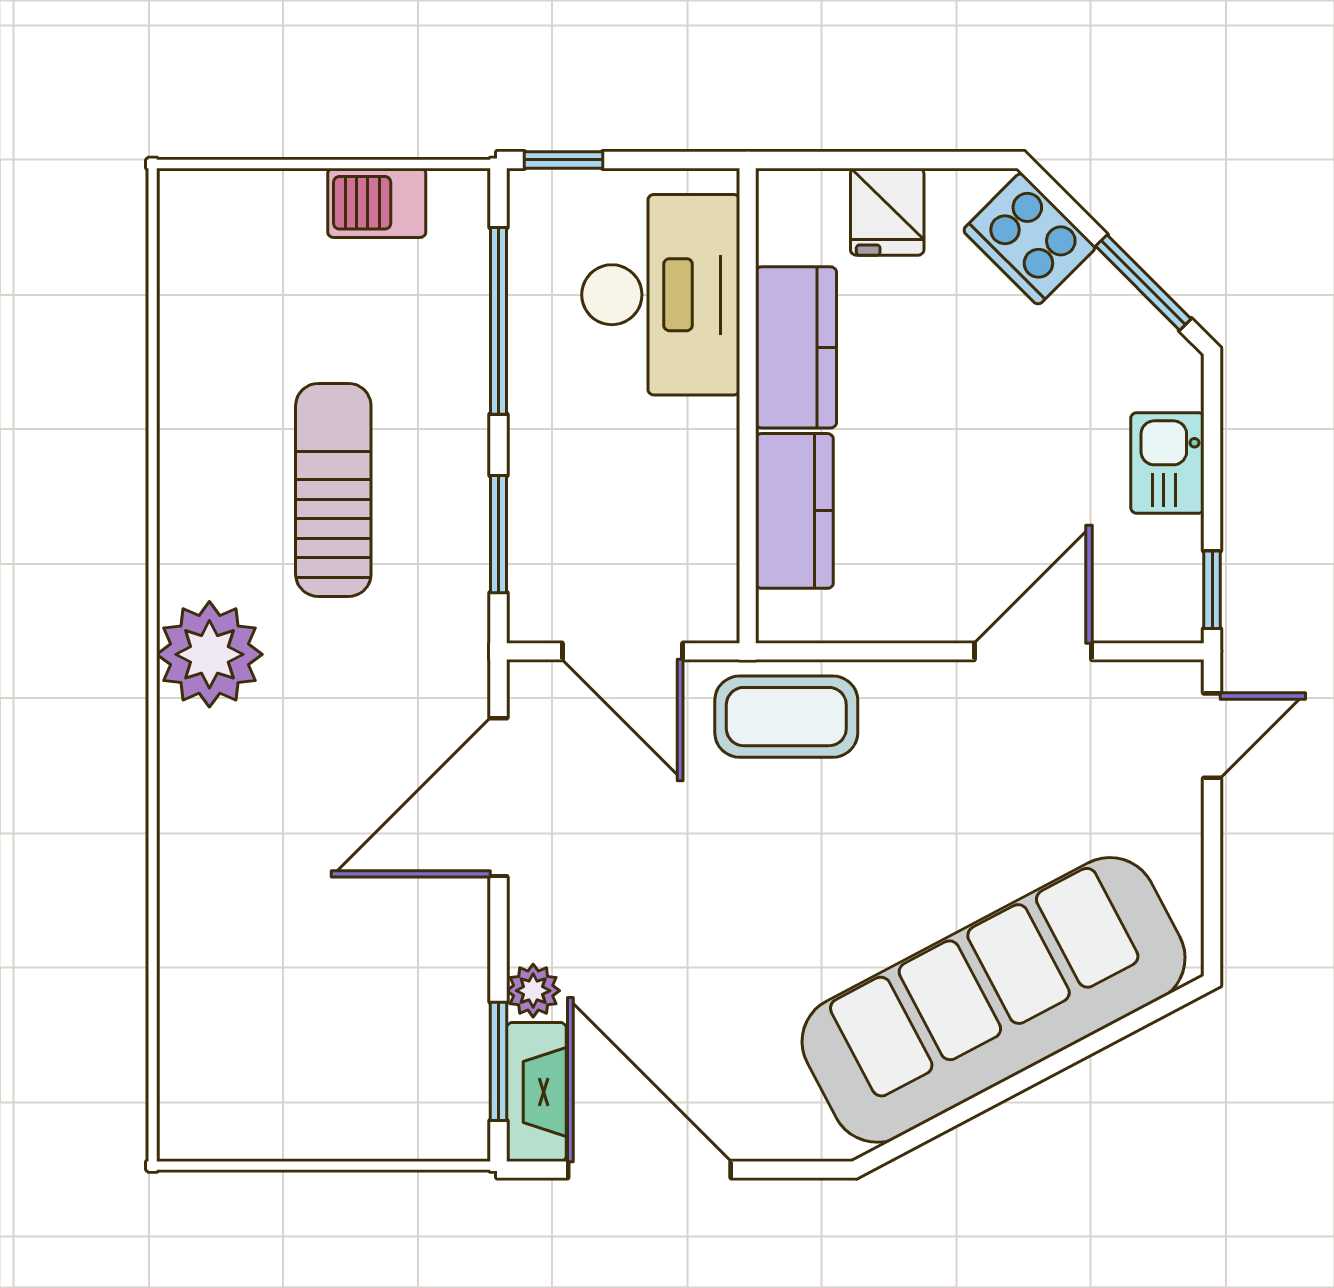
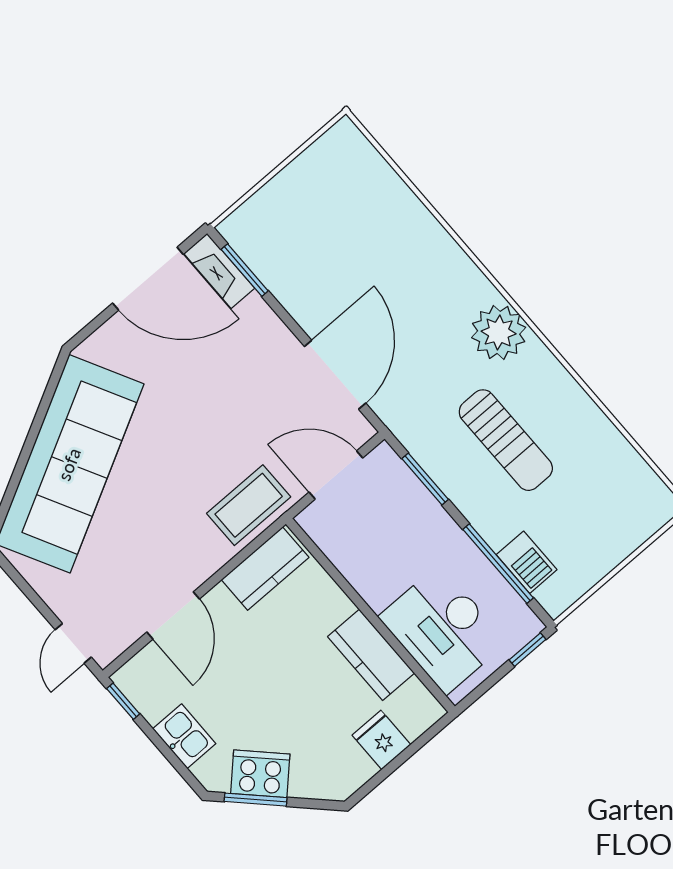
barbecue: (377, 203) -> (527, 562), moved, turned 90
cooker: (1029, 239) -> (260, 774), moved
kitchen counter: (794, 511) -> (265, 569), moved, turned -90
plant: (533, 991) -> (255, 310), removed

